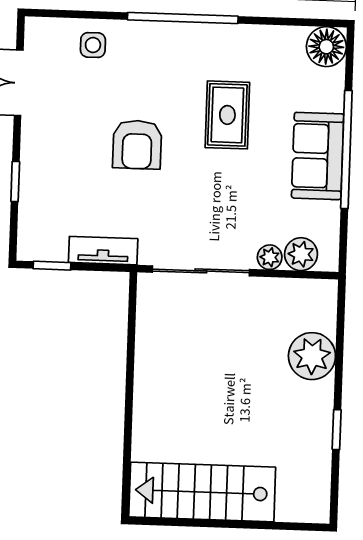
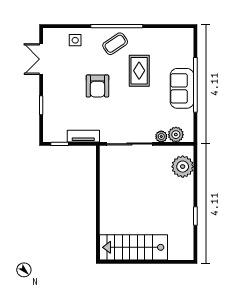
floor lamp: (326, 47) -> (184, 37), removed
coffee table: (178, 55) -> (115, 44), added
plant: (312, 356) -> (183, 167), moved

